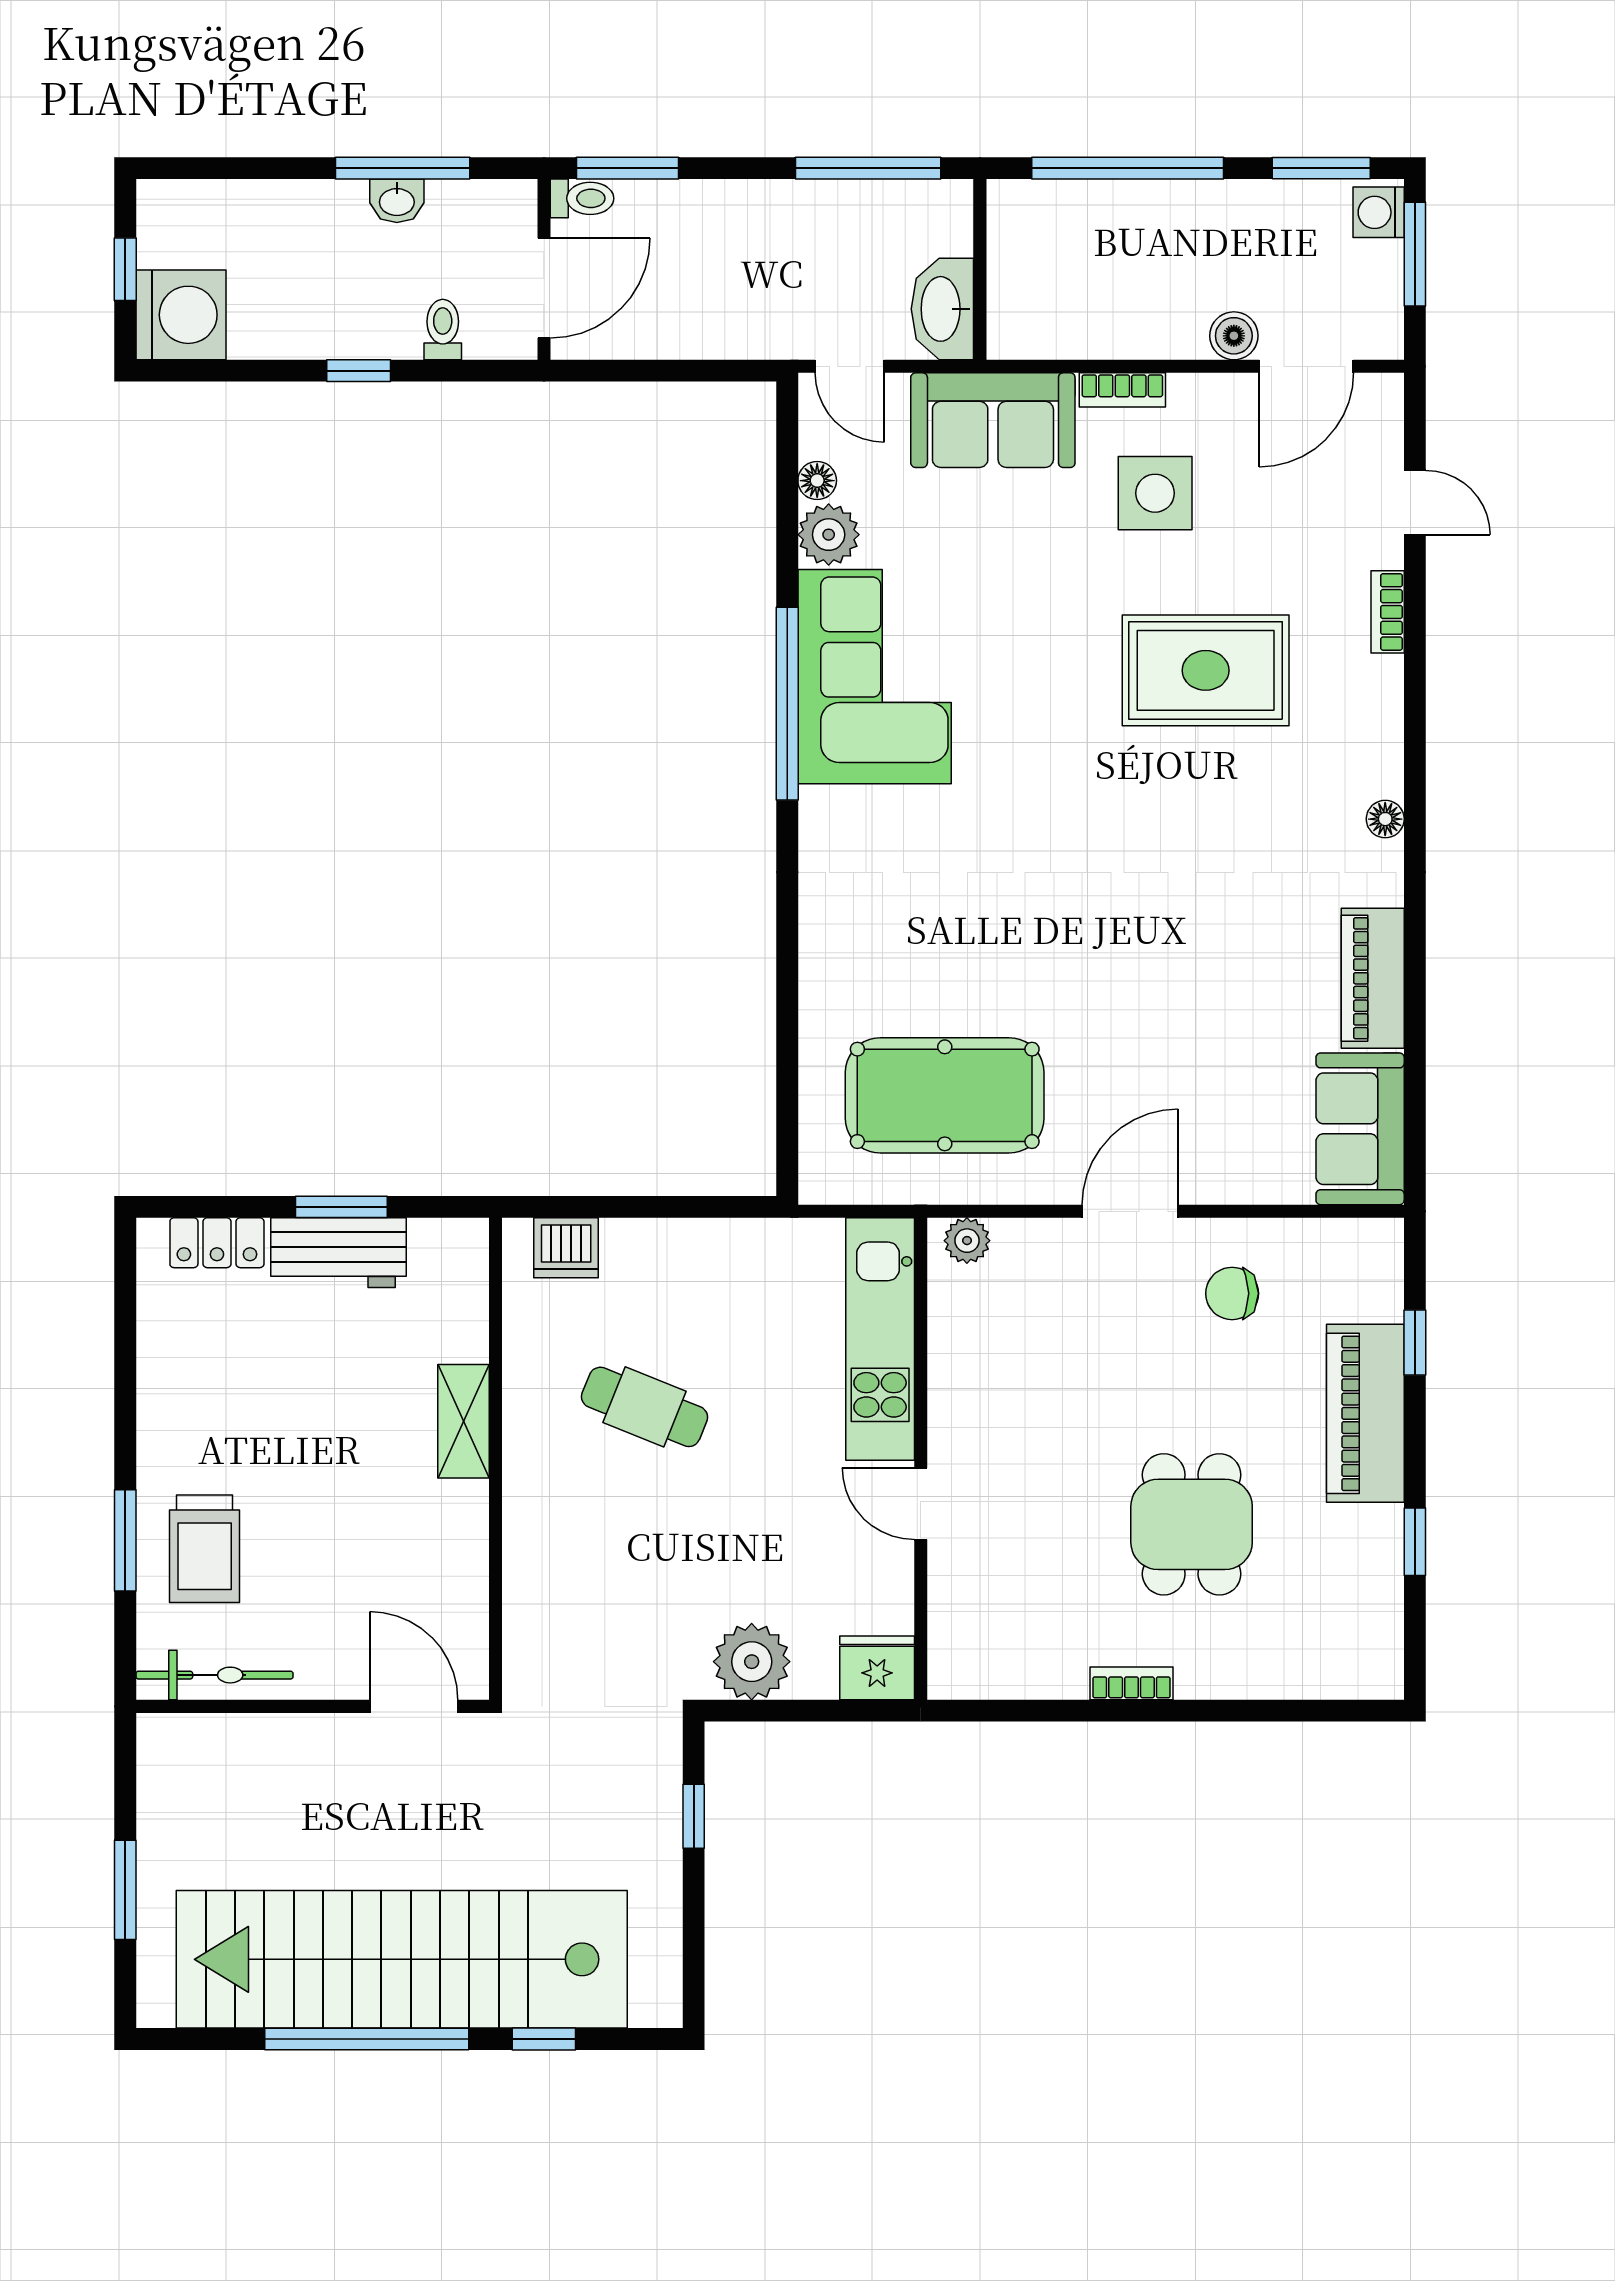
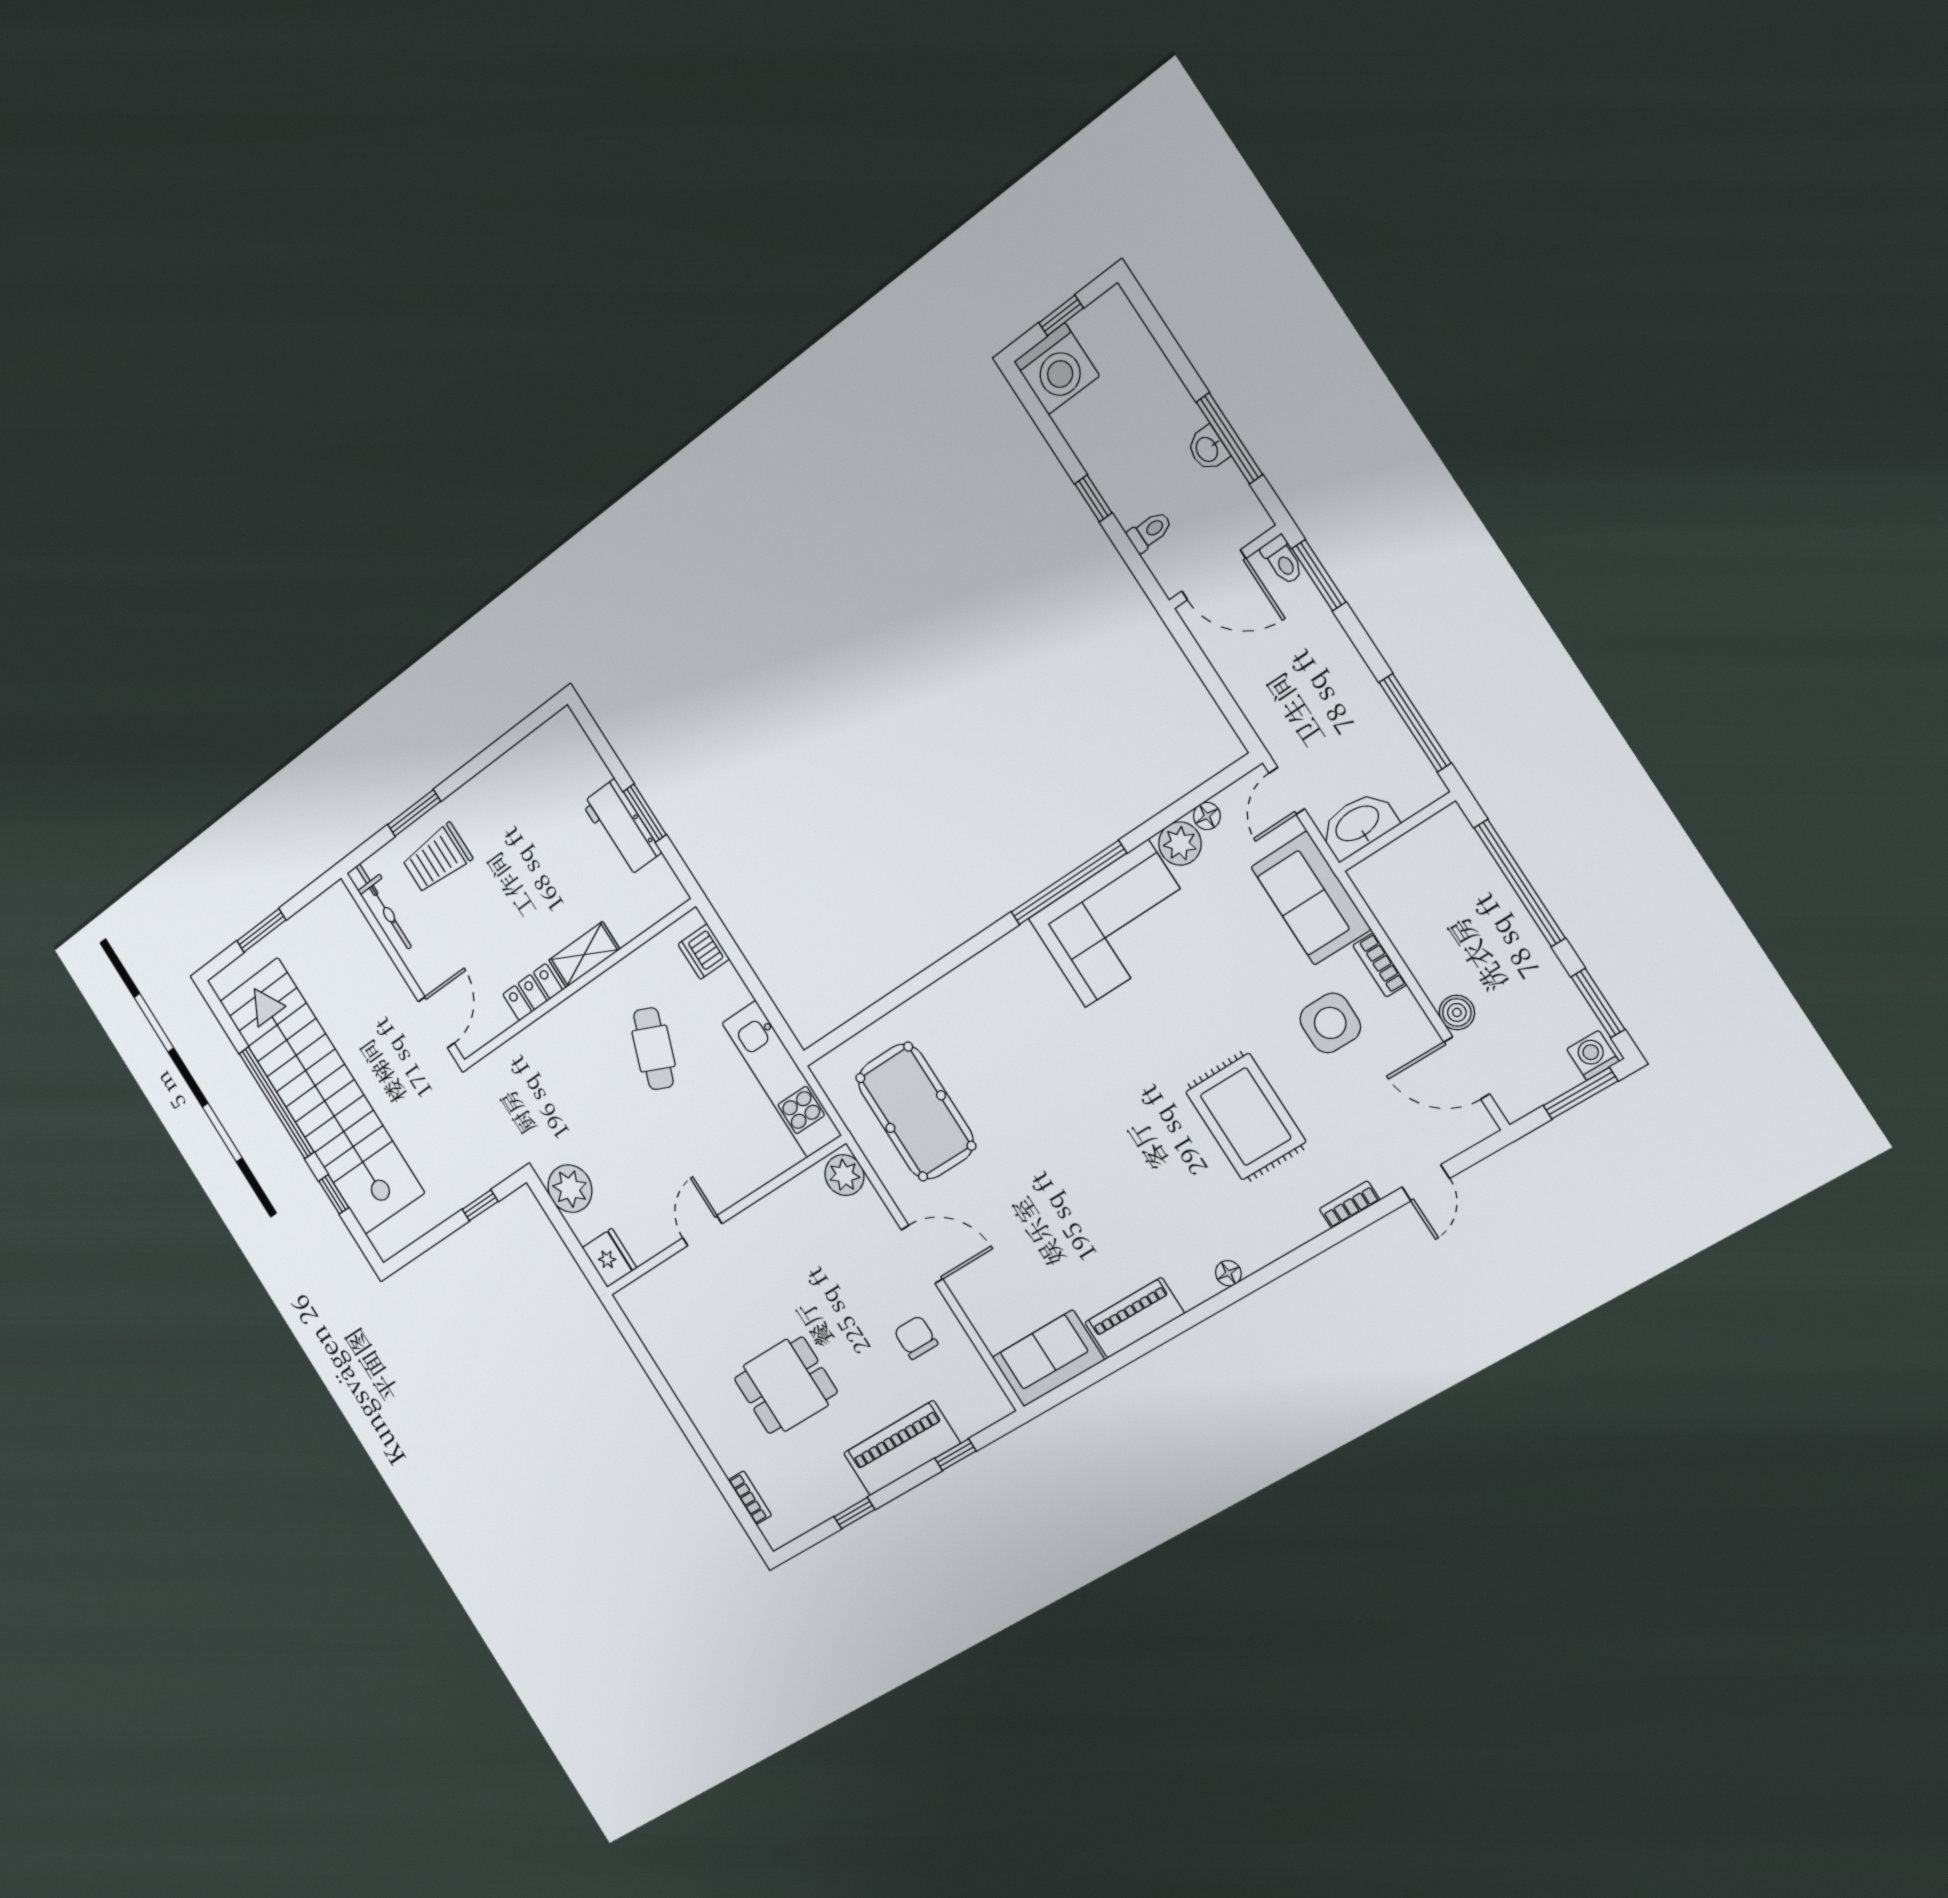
plant: (967, 1241) -> (844, 1175), width x1.38, depth x1.38
locker: (217, 1243) -> (533, 992), moved, turned 90
kitchen unit: (880, 1339) -> (781, 1079), moved, turned -90
bookcase: (1132, 1683) -> (750, 1498), moved

